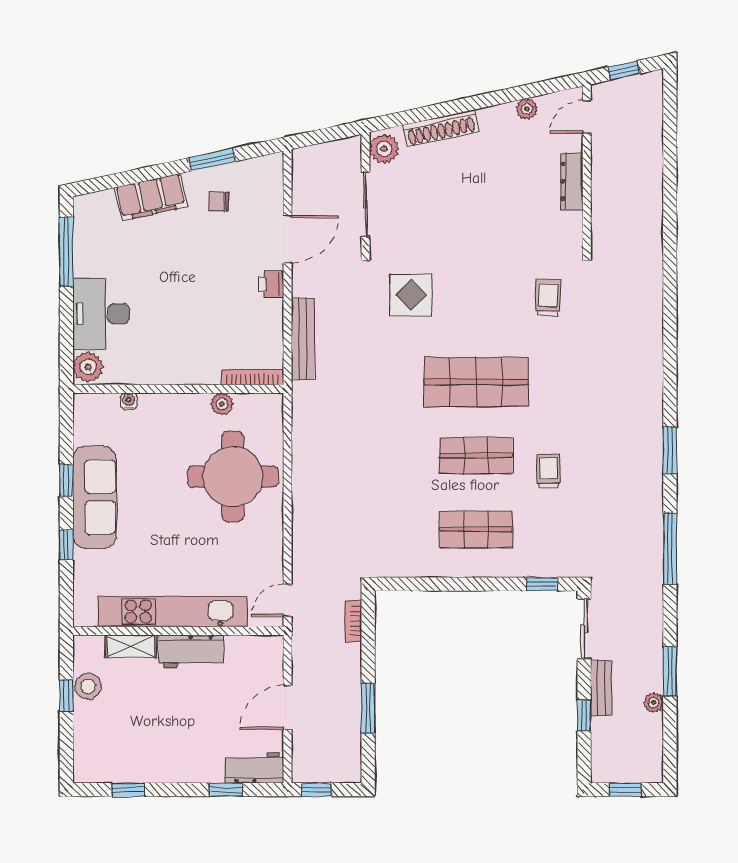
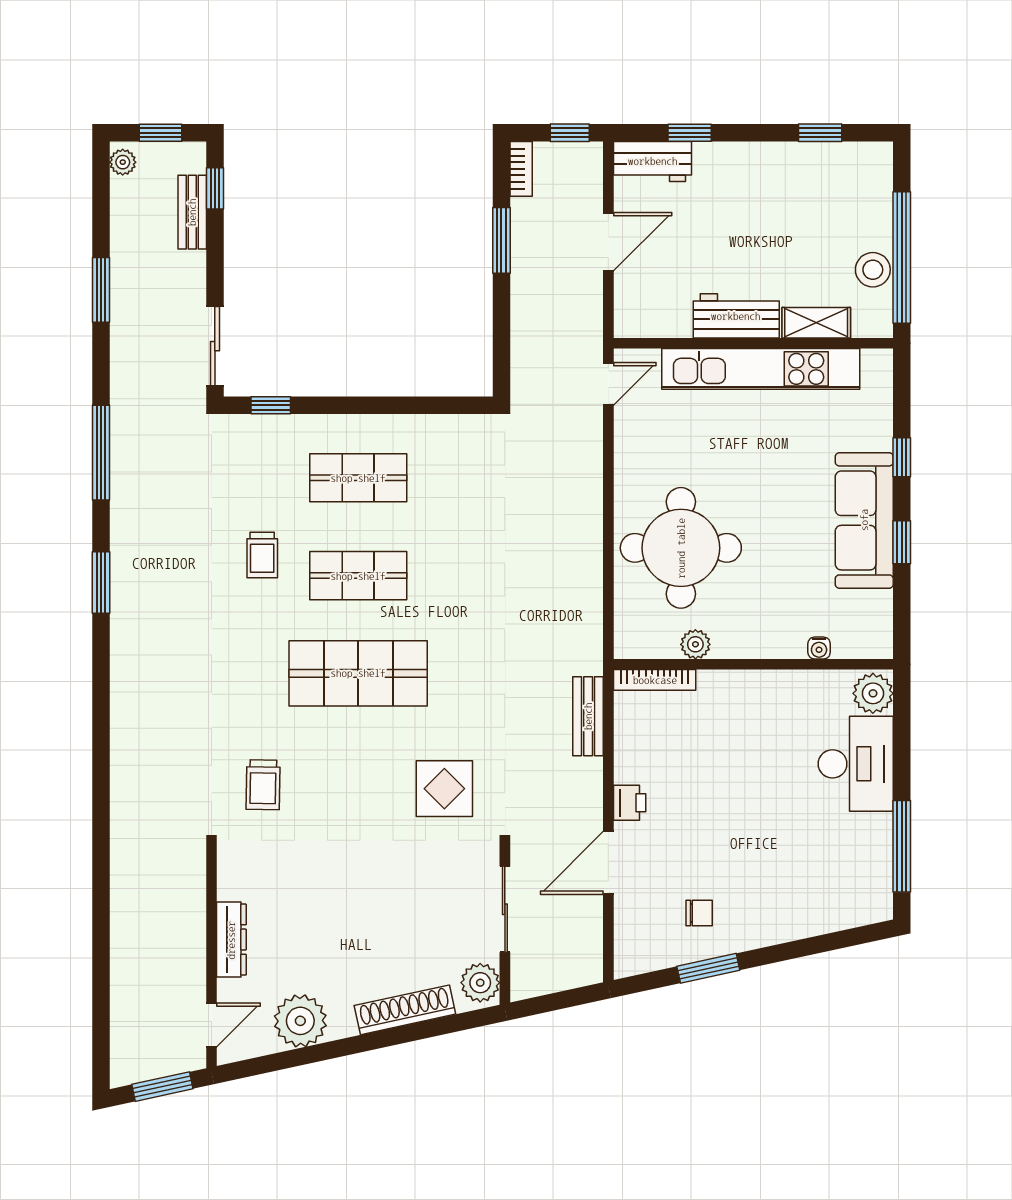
window: (624, 70) -> (162, 1087), width x1.50
plant: (527, 109) -> (300, 1021), width x1.88, depth x1.88
filing cabinet: (151, 197) -> (790, 918), removed
bench: (303, 339) -> (588, 716), width x0.73
bookcase: (353, 621) -> (521, 169), moved
bench: (601, 688) -> (192, 212), moved
window: (66, 695) -> (902, 258), width x3.17
plant: (654, 703) -> (123, 162), moved
window: (584, 715) -> (215, 188), moved

